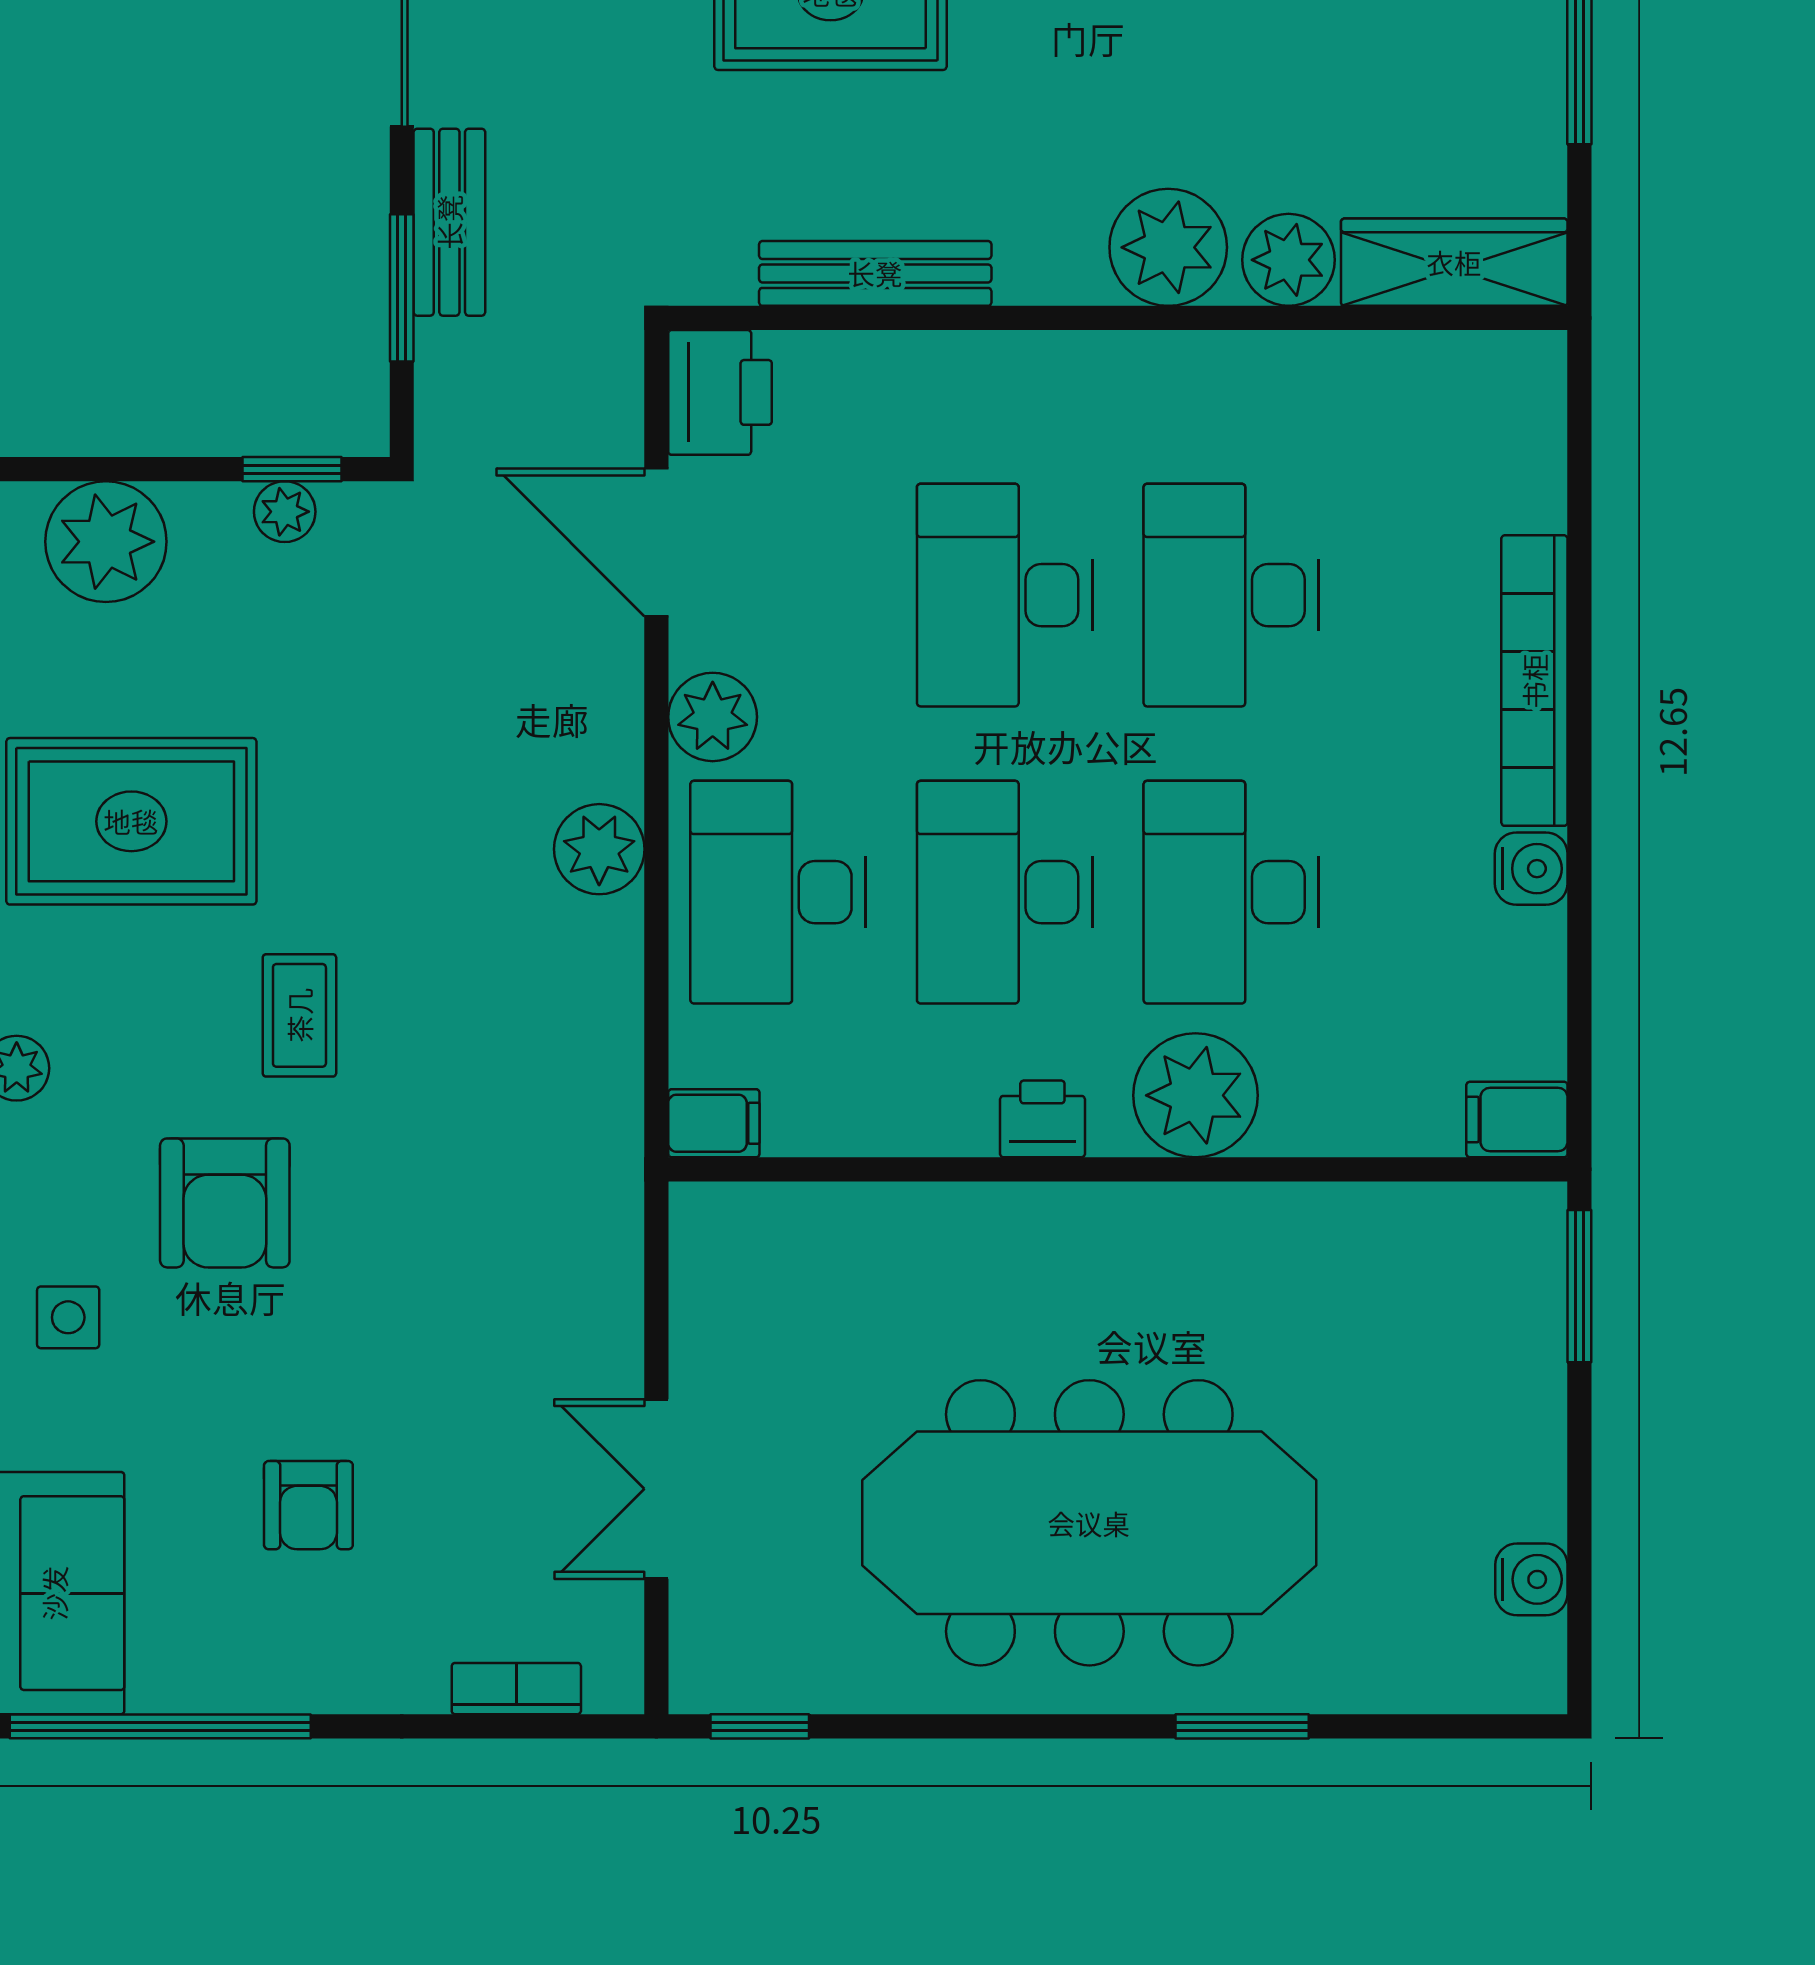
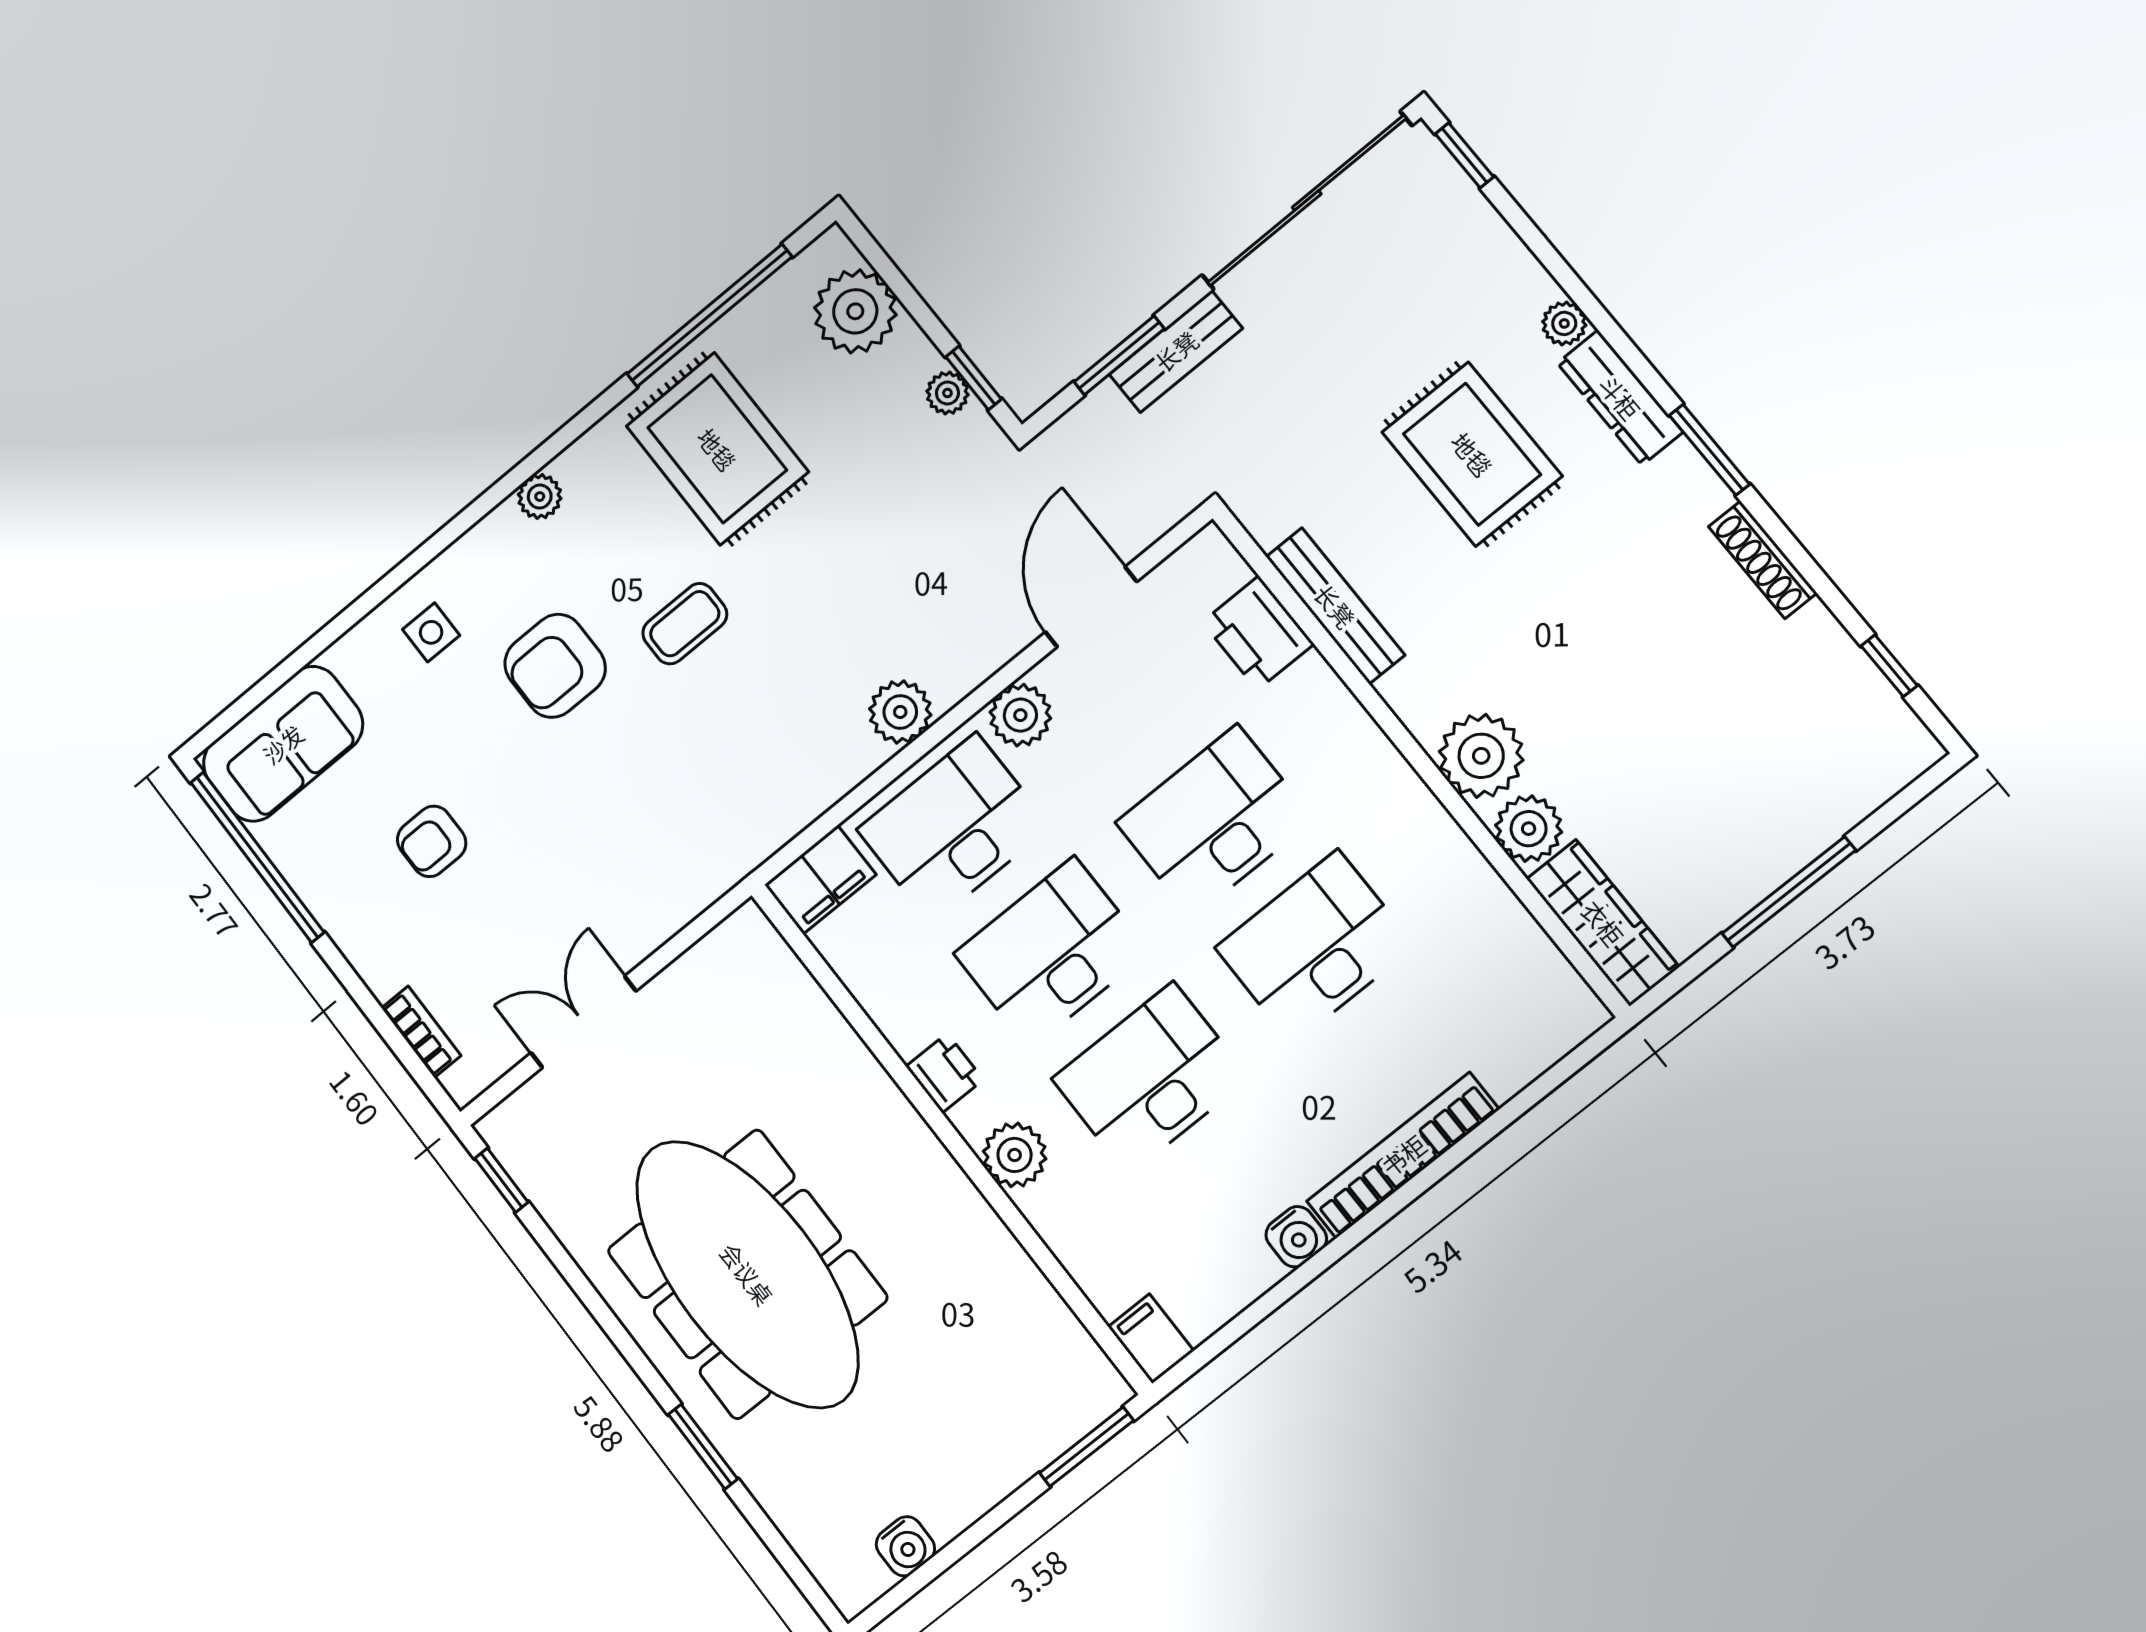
printer: (720, 392) -> (1258, 633), moved, turned 90
plant: (1195, 1095) -> (1015, 1155), width x0.73, depth x0.73
filing cabinet: (714, 1123) -> (820, 880), width x2.00

